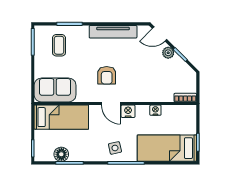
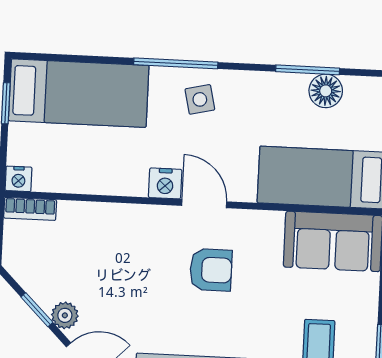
armchair: (107, 75) -> (211, 270), turned 90
nightstand: (155, 110) -> (19, 179), moved

